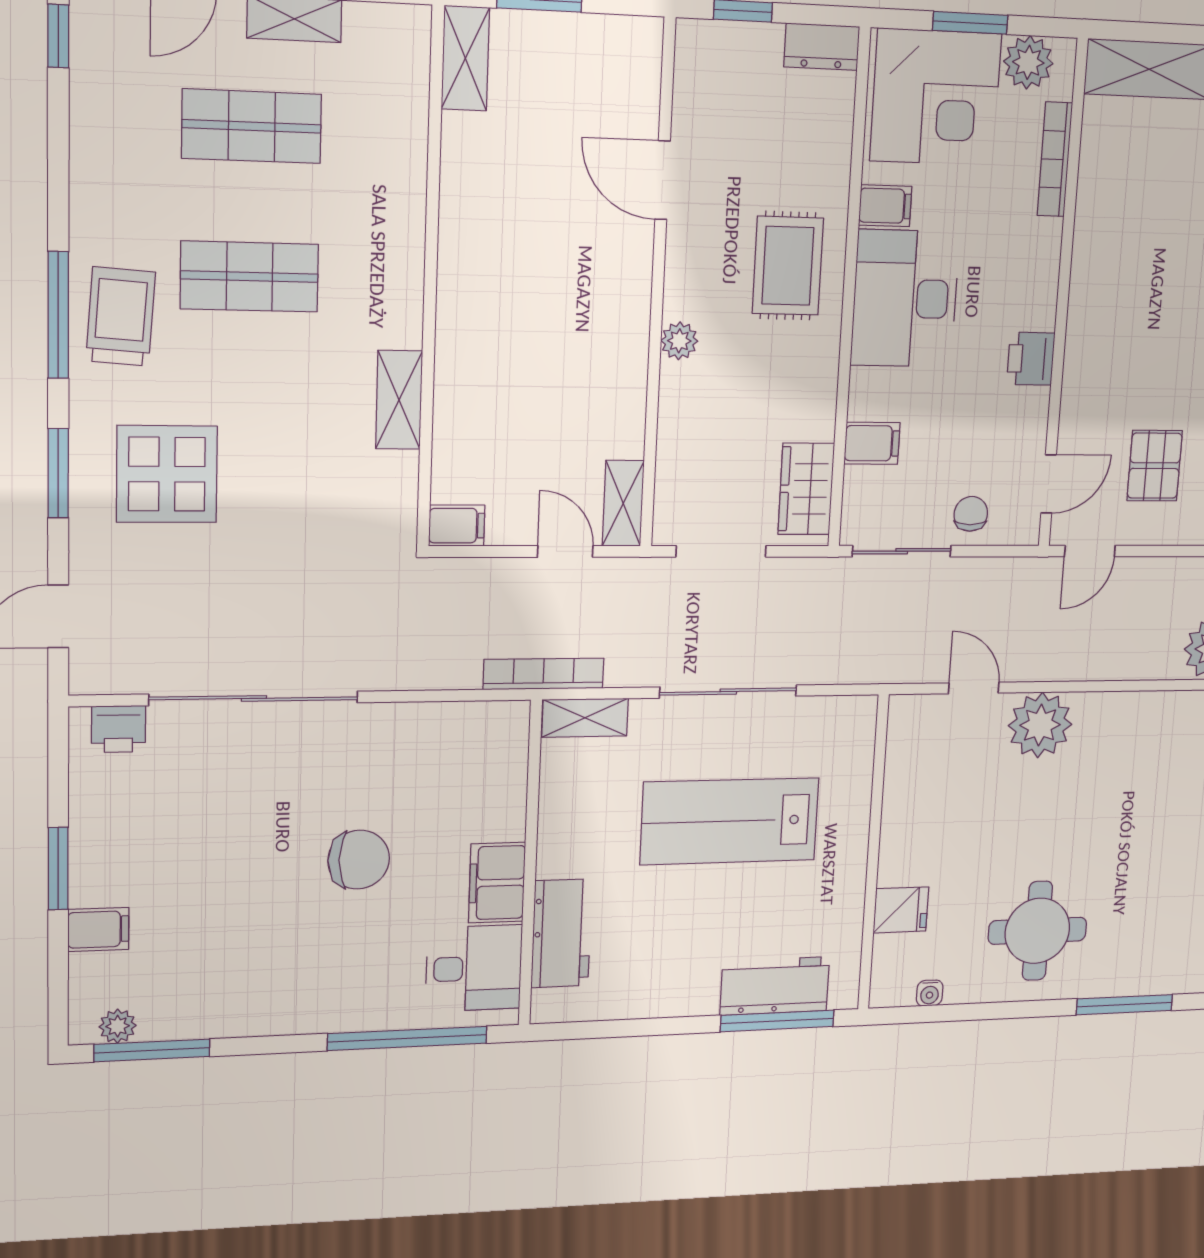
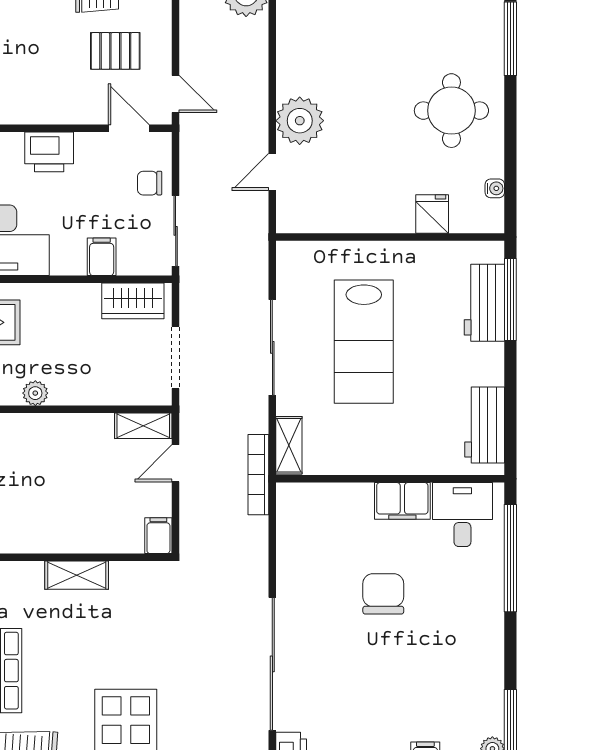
printer: (1031, 359) -> (49, 152), width x1.36, depth x1.24
workbench: (562, 933) -> (485, 425), moved, turned -90

